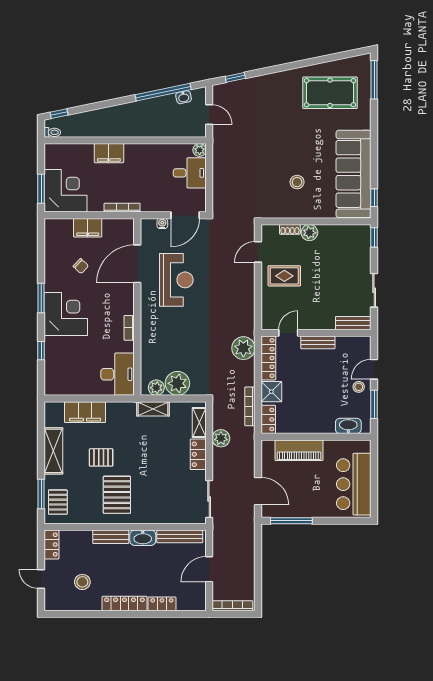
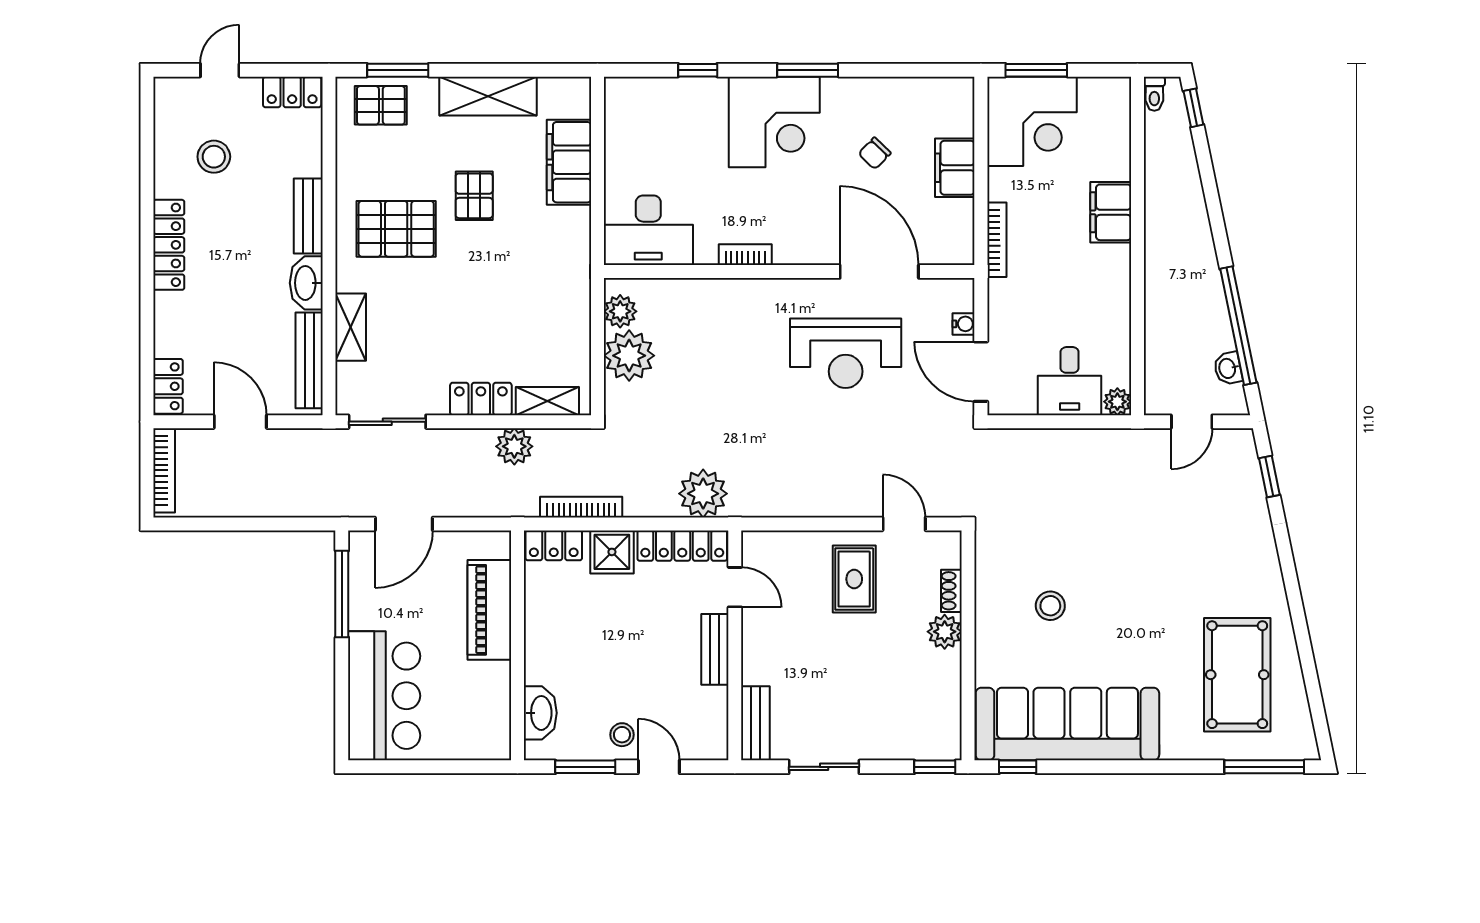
shelving: (153, 409) -> (351, 327), moved
bar counter: (354, 484) -> (384, 696), moved, turned 90
locker: (162, 604) -> (168, 386), moved

